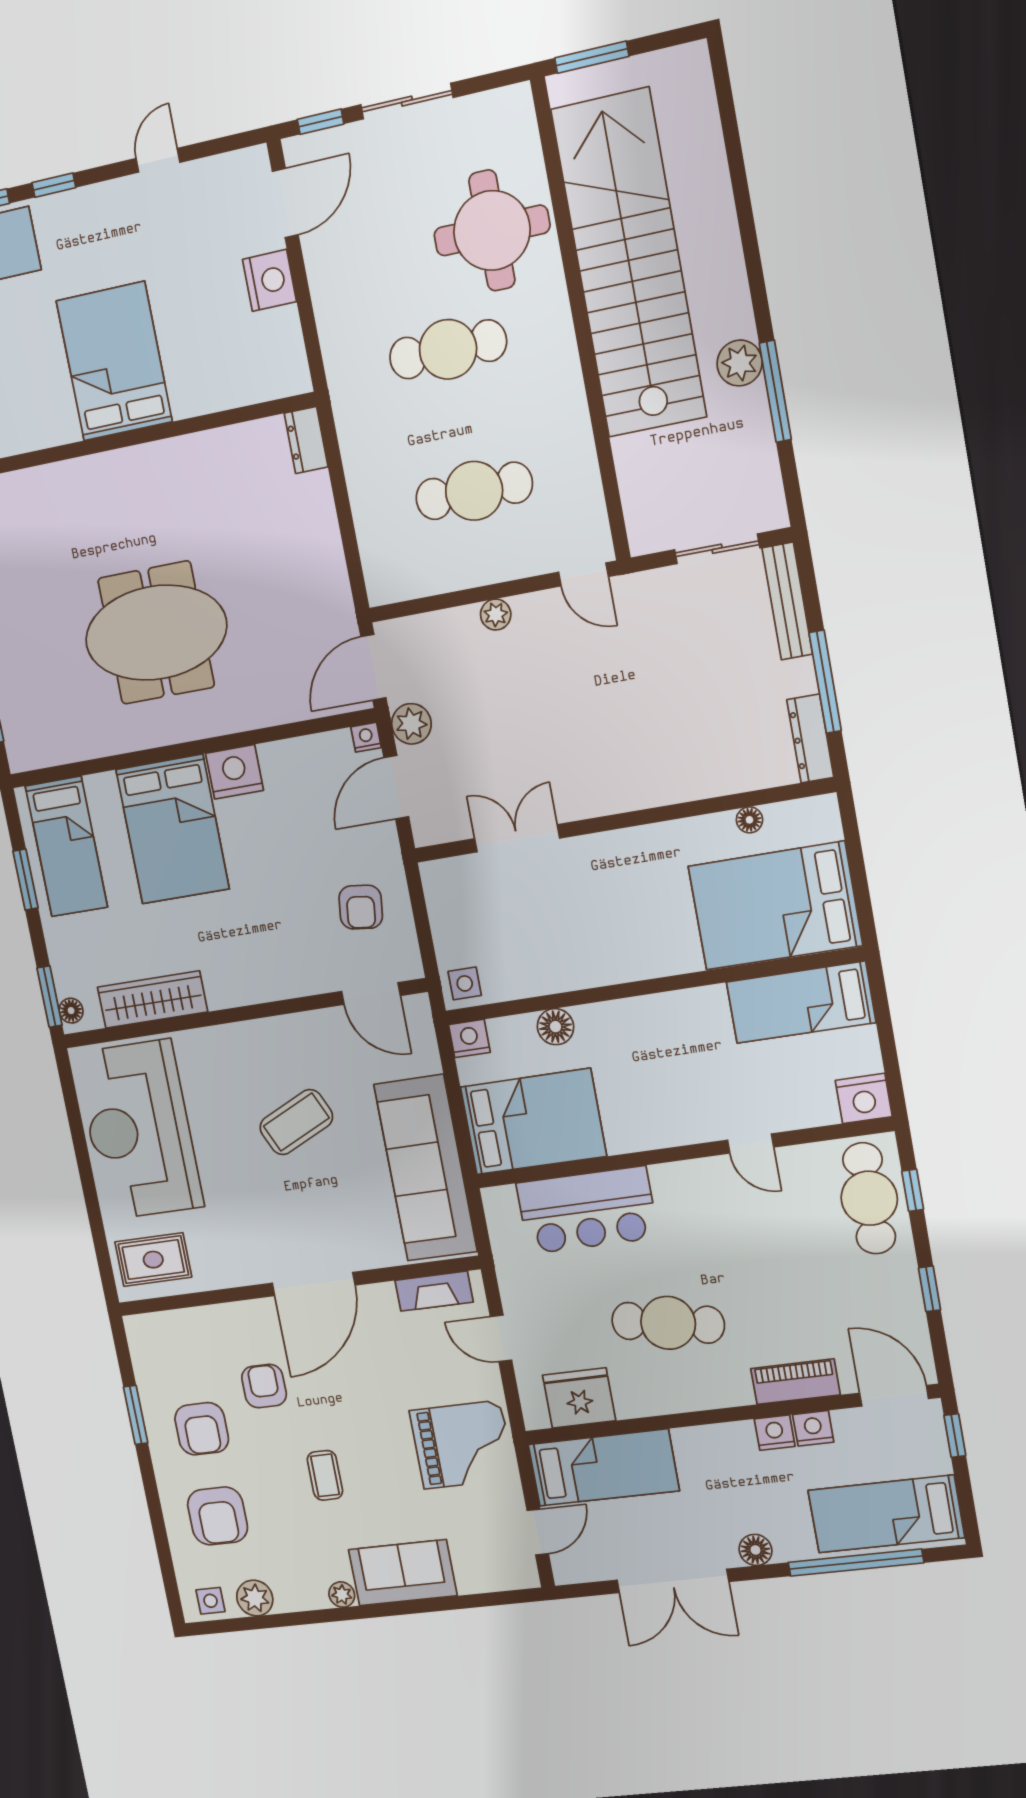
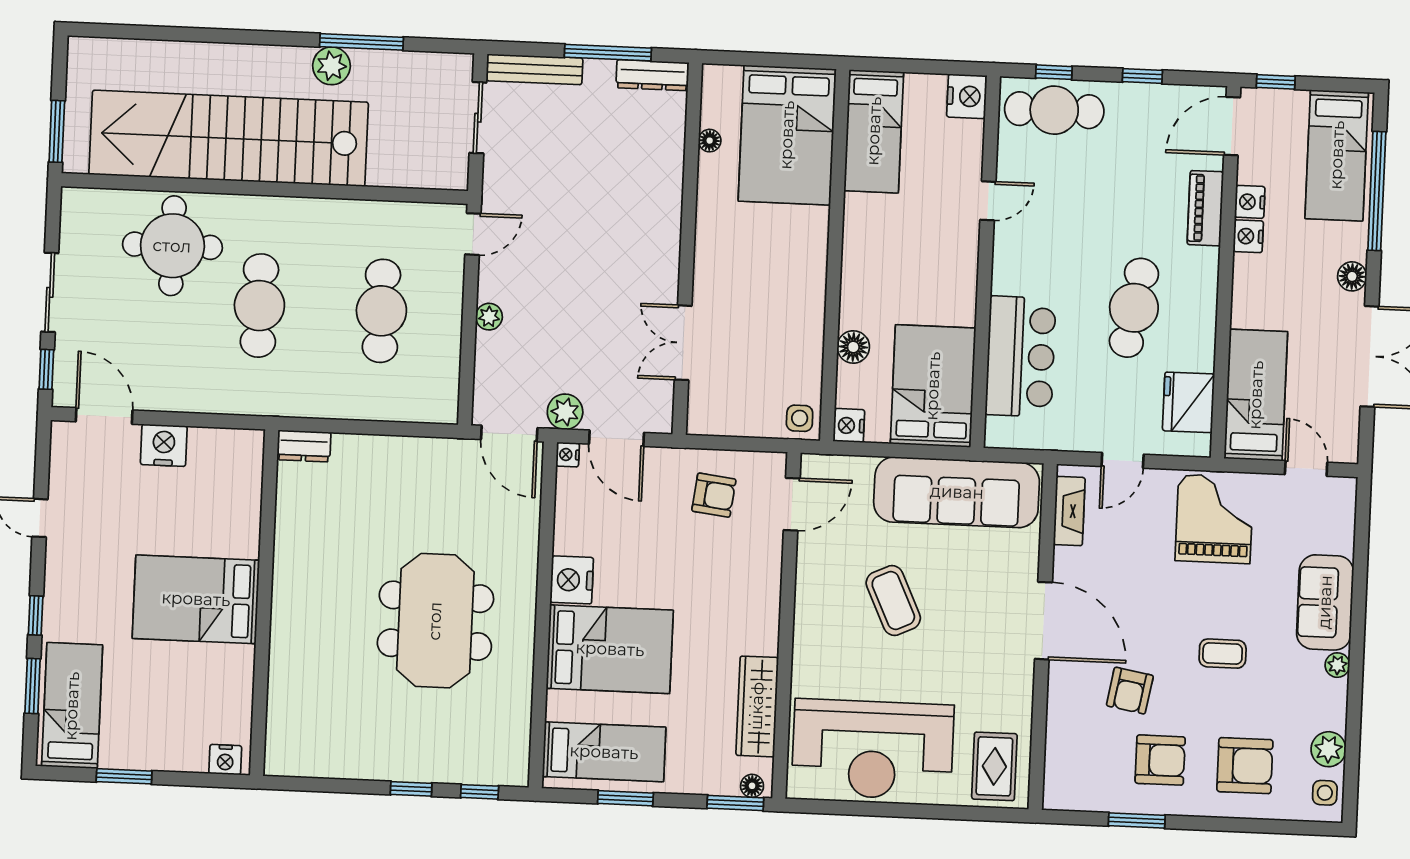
armchair: (264, 1386) -> (1130, 691), turned -80

